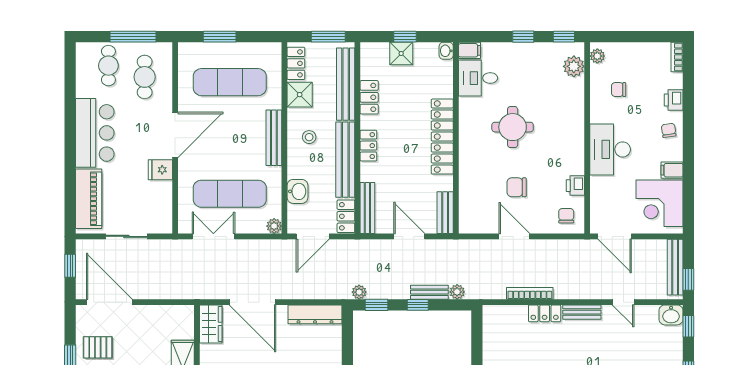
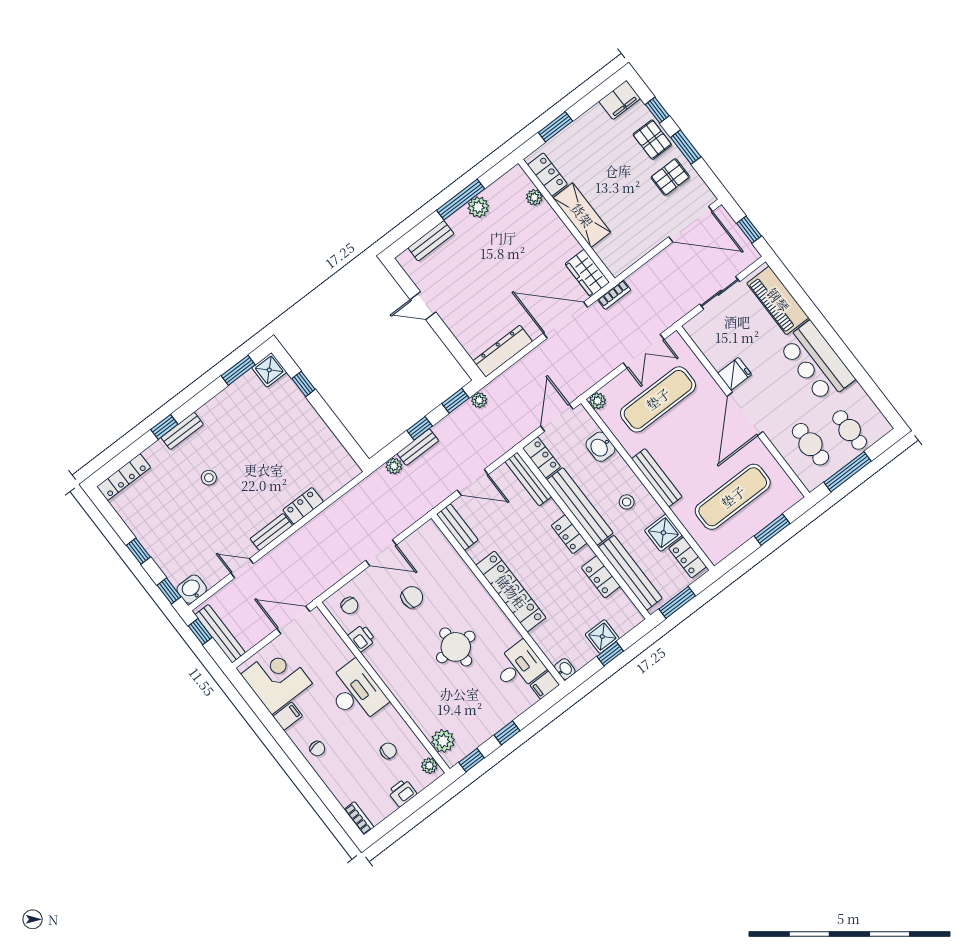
printer: (674, 100) -> (402, 793), moved, turned -90
bookcase: (530, 293) -> (614, 295), moved, width x0.64

